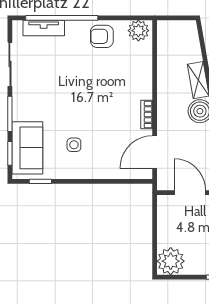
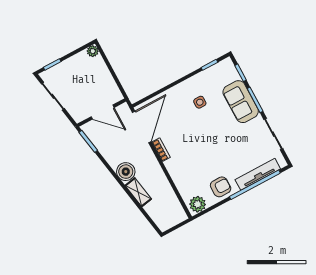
tv unit: (44, 28) -> (258, 174), width x1.41
sofa: (27, 148) -> (241, 102), moved
door: (155, 152) -> (142, 127), width x1.36
plant: (171, 261) -> (93, 51), width x0.53, depth x0.53

